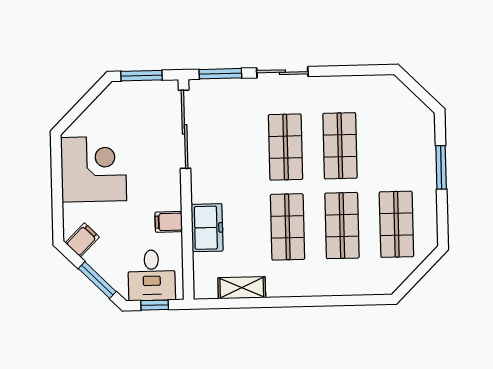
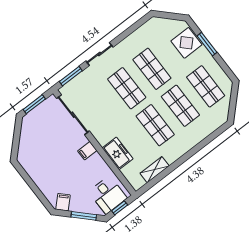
display table: (414, 145) -> (186, 43), added
corner desk: (94, 169) -> (44, 165), removed
filing cabinet: (169, 222) -> (87, 151), moved

